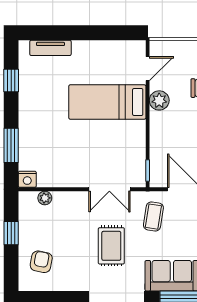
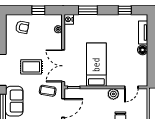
floor lamp: (81, 49) -> (143, 50), added
door: (148, 69) -> (131, 87), hinge flipped
bed: (107, 102) -> (96, 65), moved
double door: (109, 189) -> (63, 66), width x1.37

